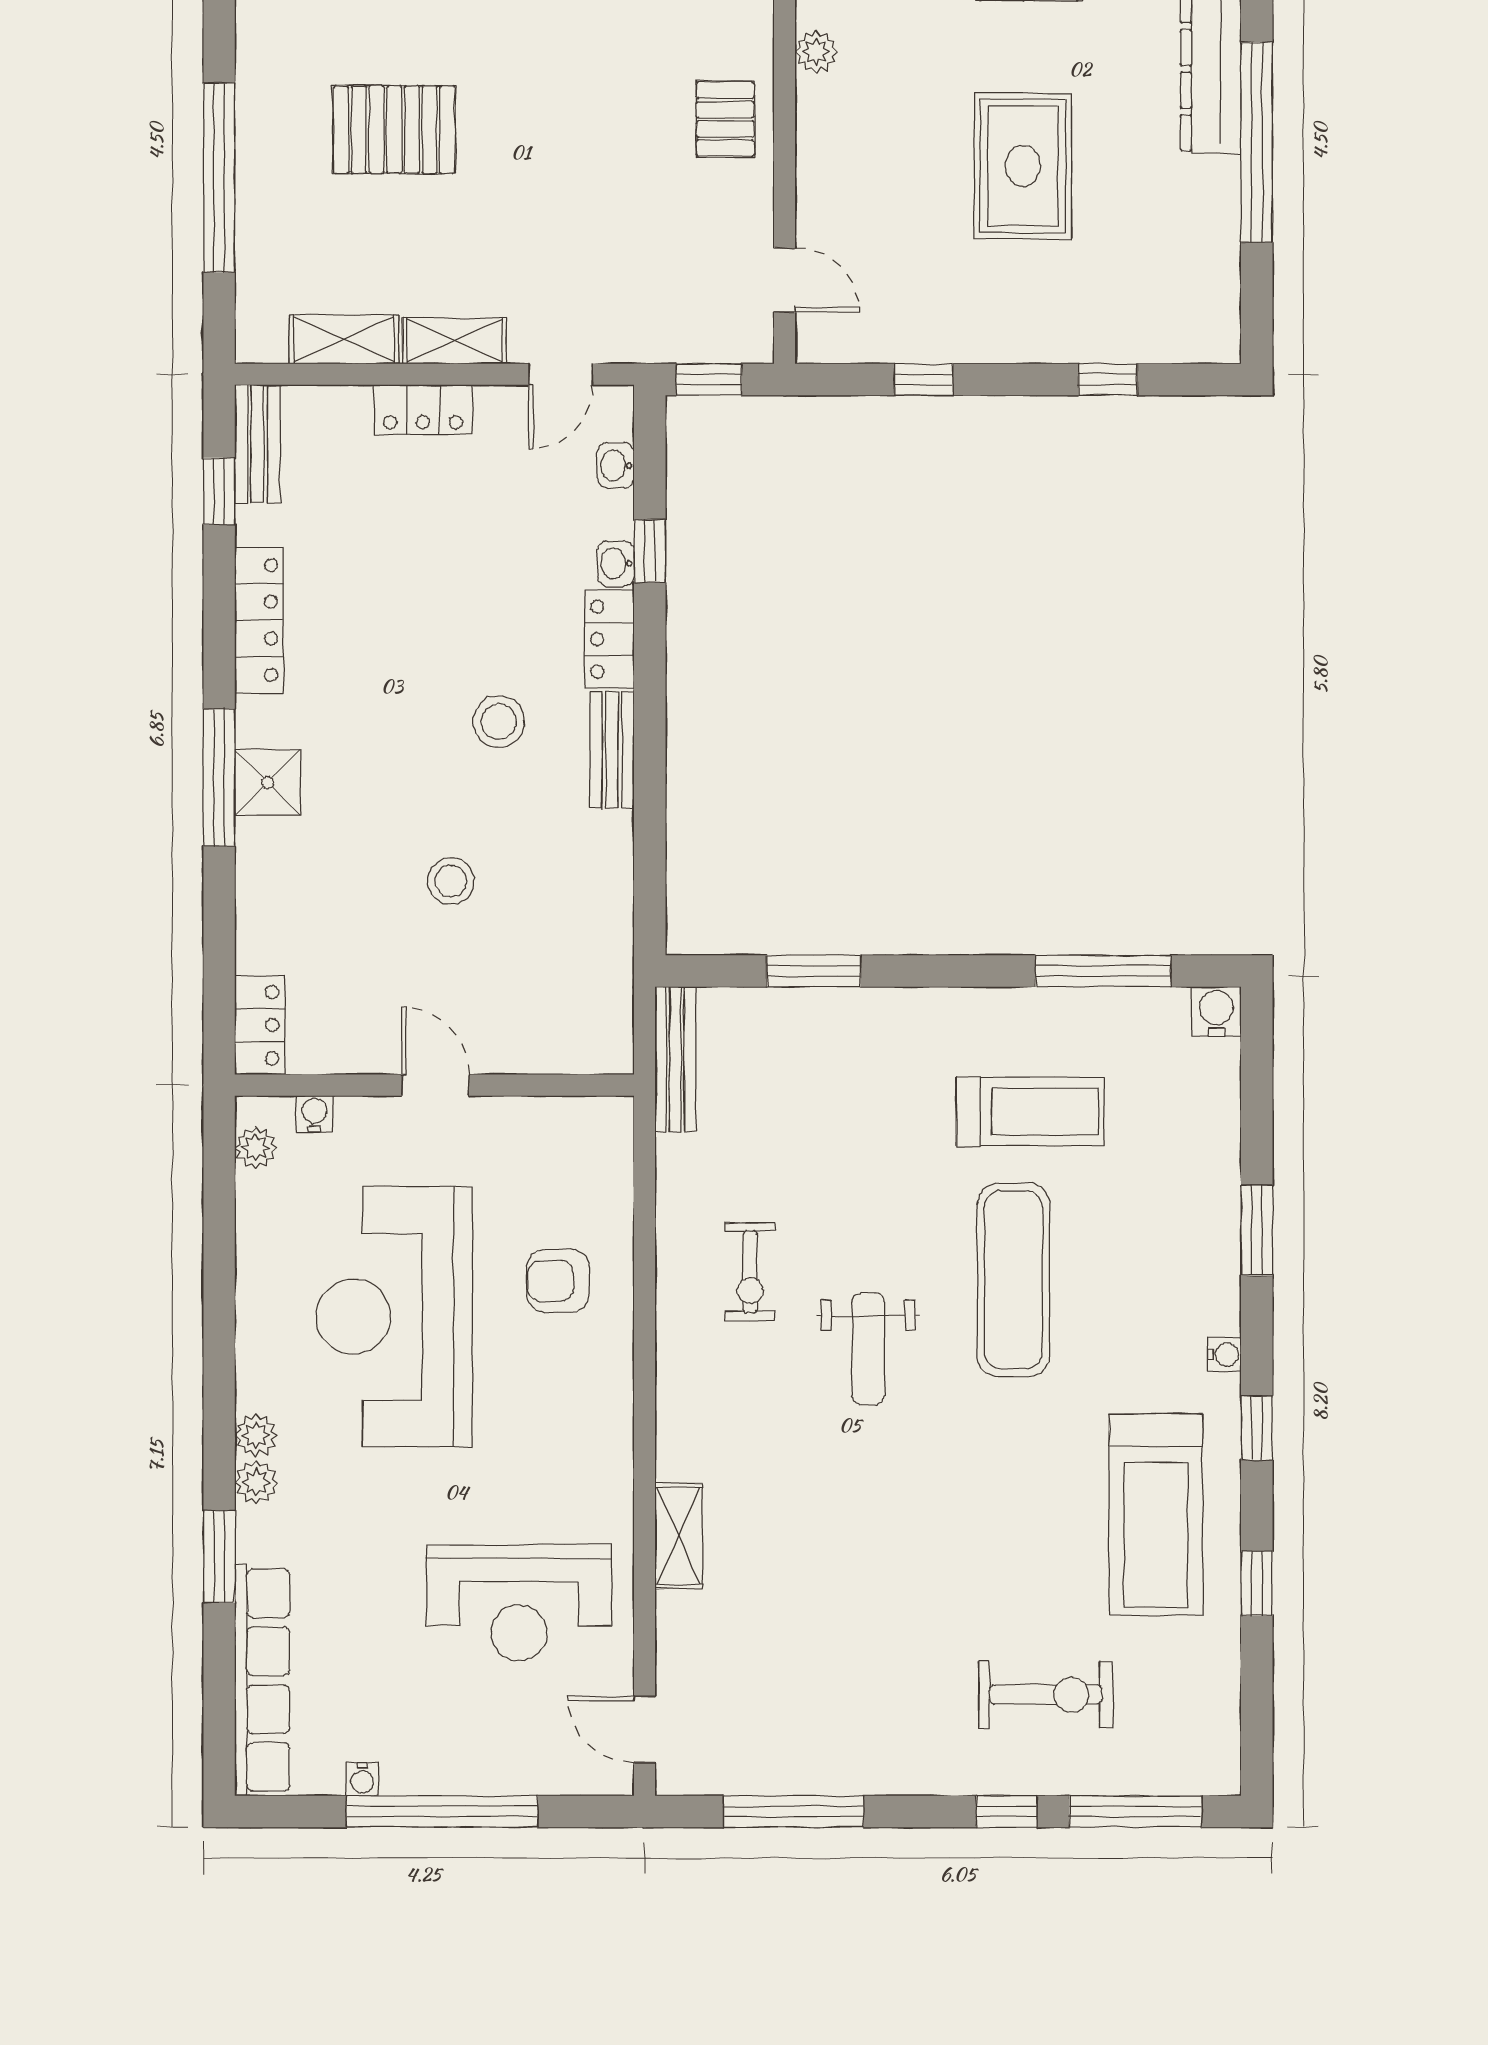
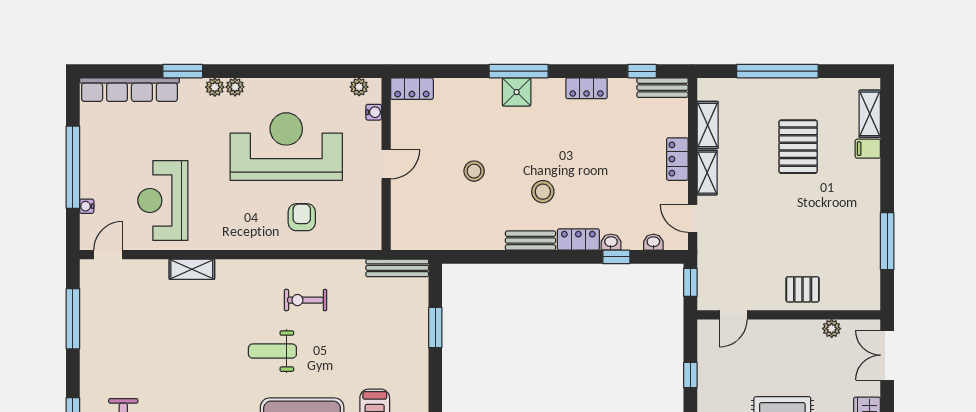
locker: (259, 620) -> (587, 88), width x0.66
water cooler: (362, 1779) -> (87, 206), moved

